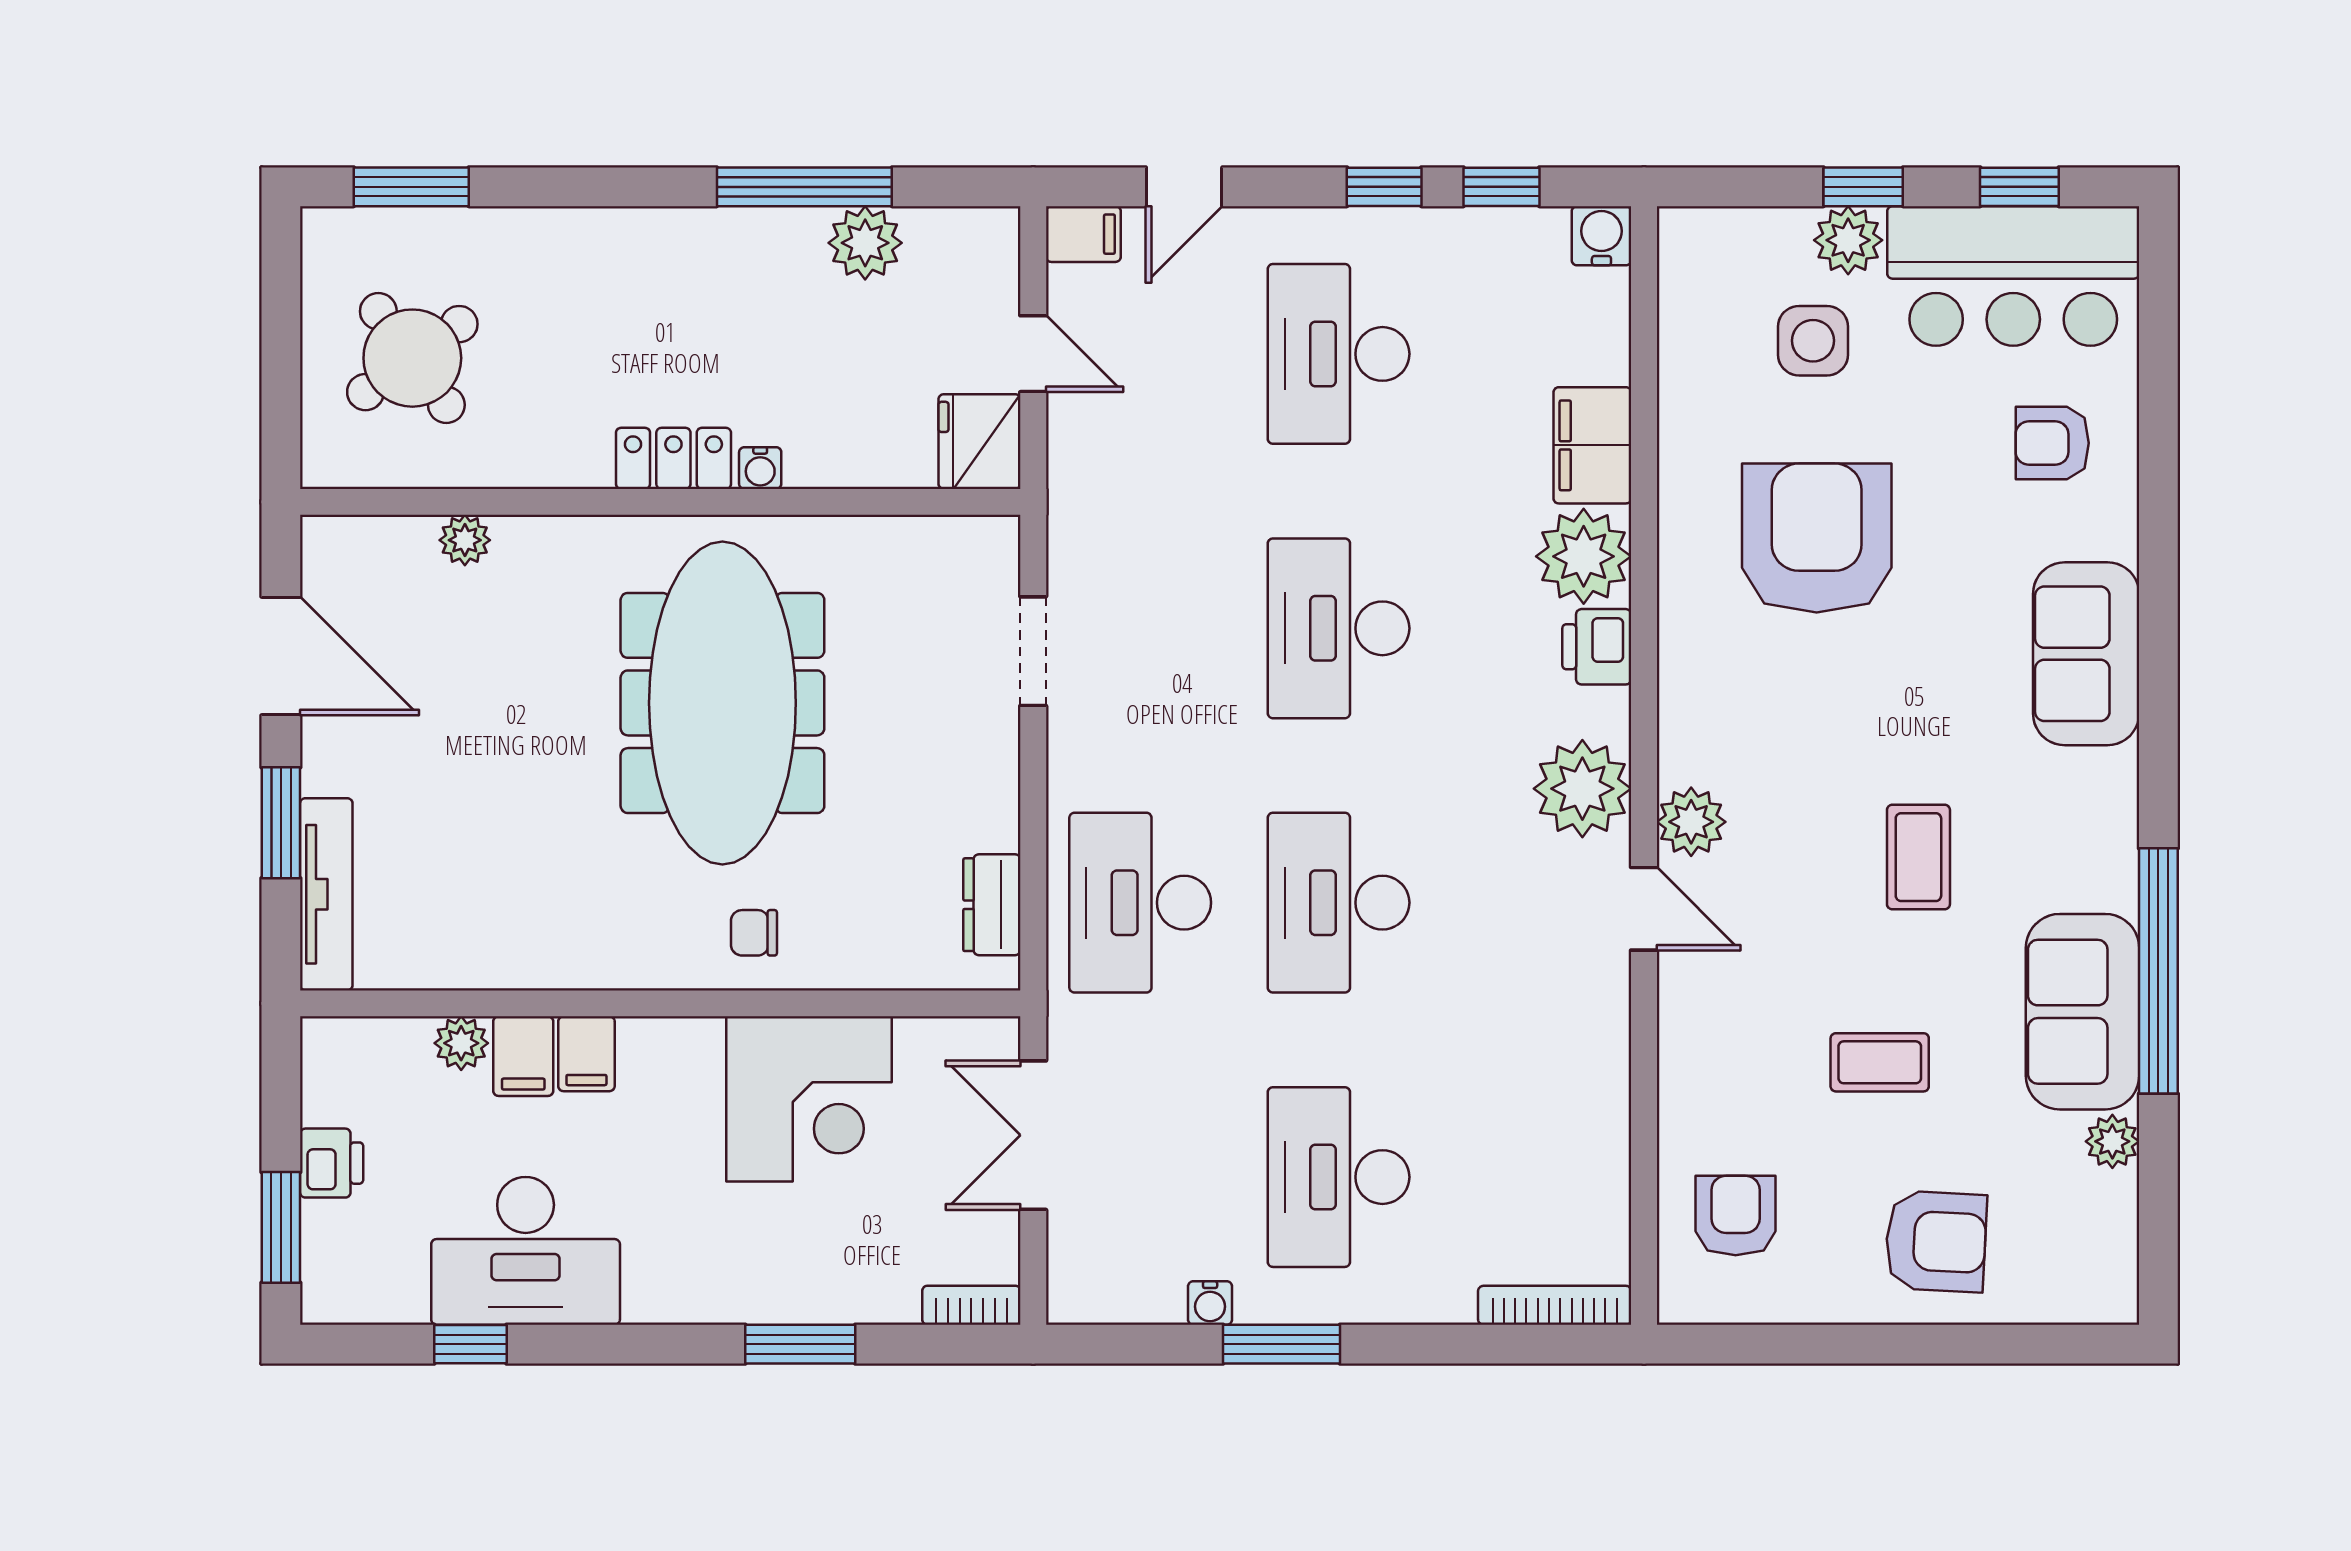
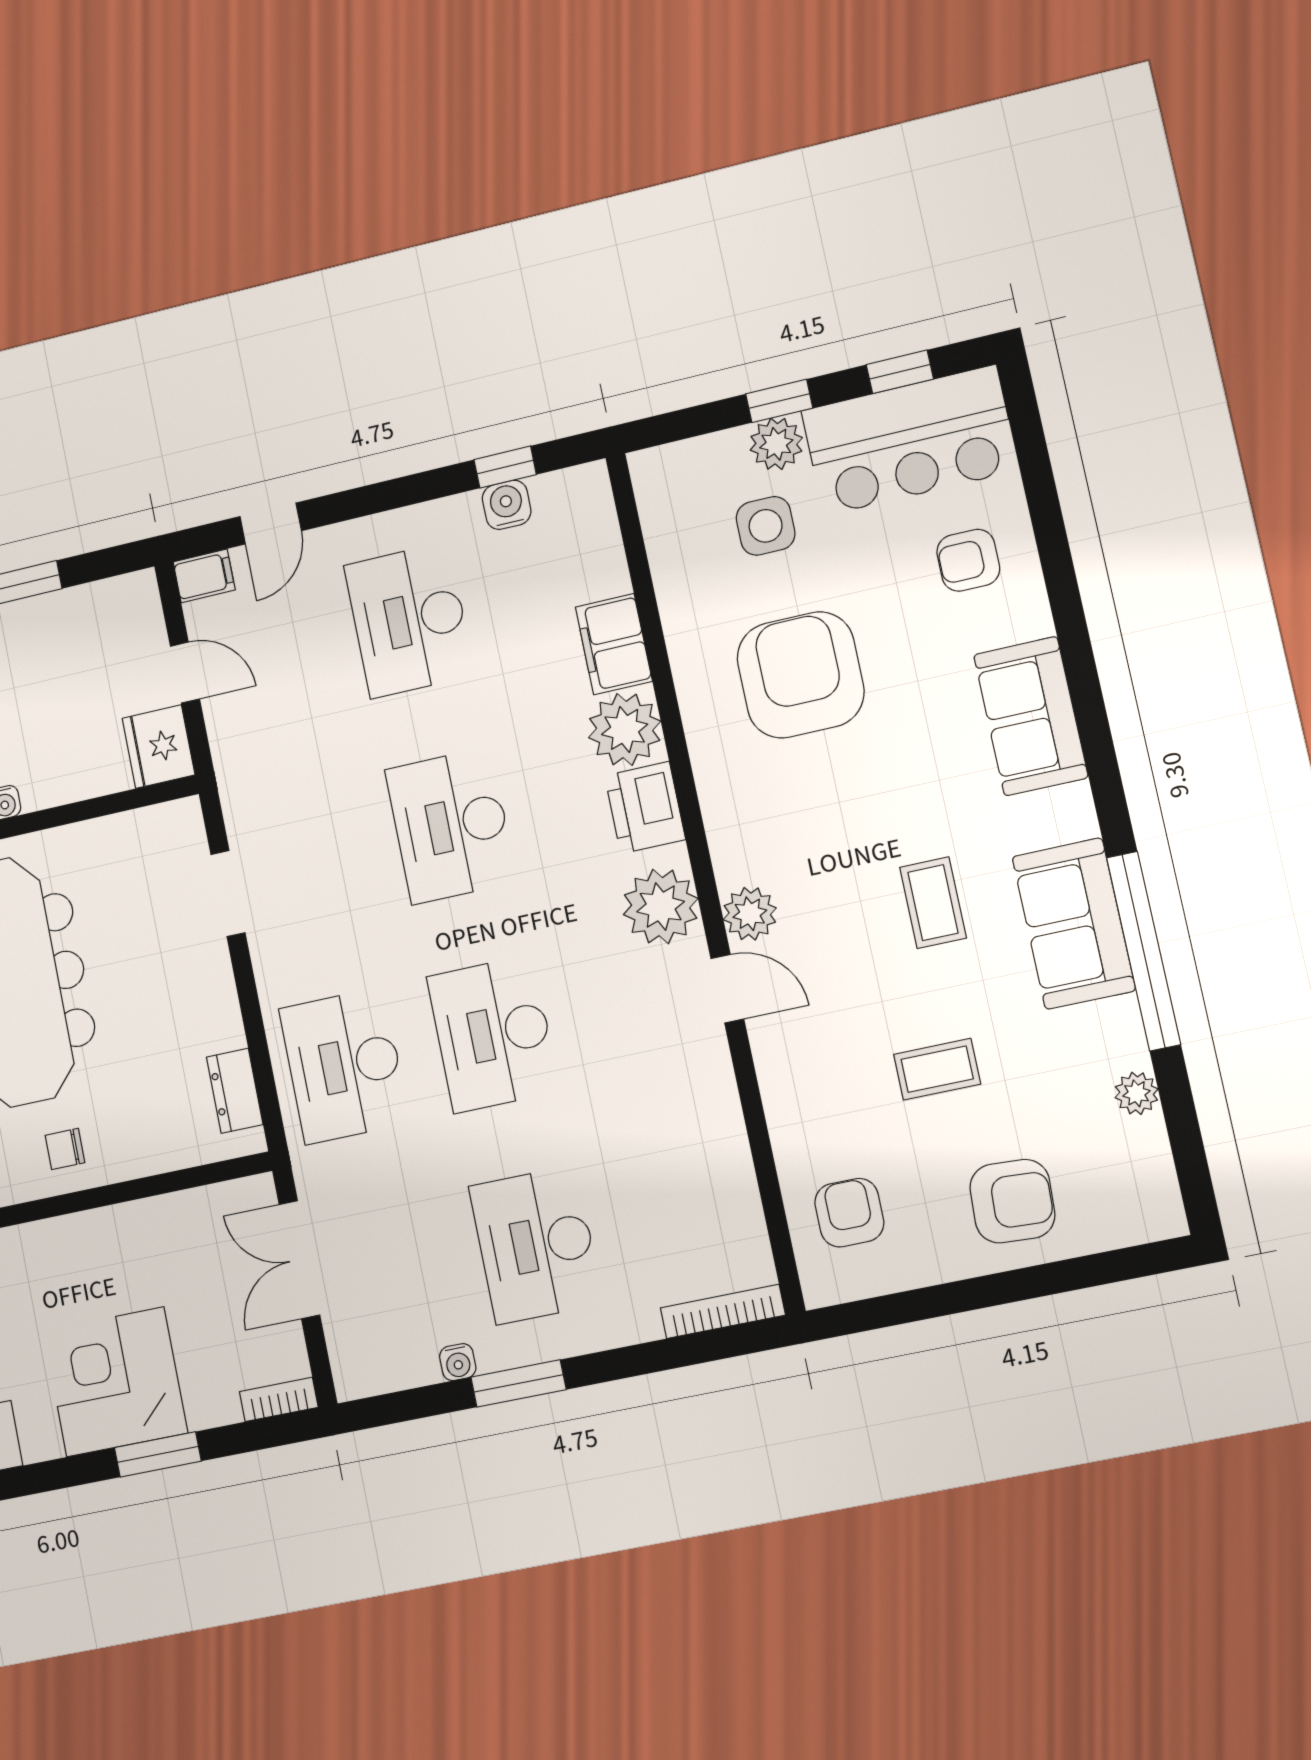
window: (1384, 187) -> (418, 488), removed
water cooler: (1601, 236) -> (507, 505), moved
plant: (865, 243) -> (48, 620), removed
printer: (1597, 647) -> (645, 808), width x1.36, depth x1.24
sofa: (2082, 1012) -> (1074, 923), moved
corner desk: (809, 1099) -> (115, 1382), moved, turned 180

